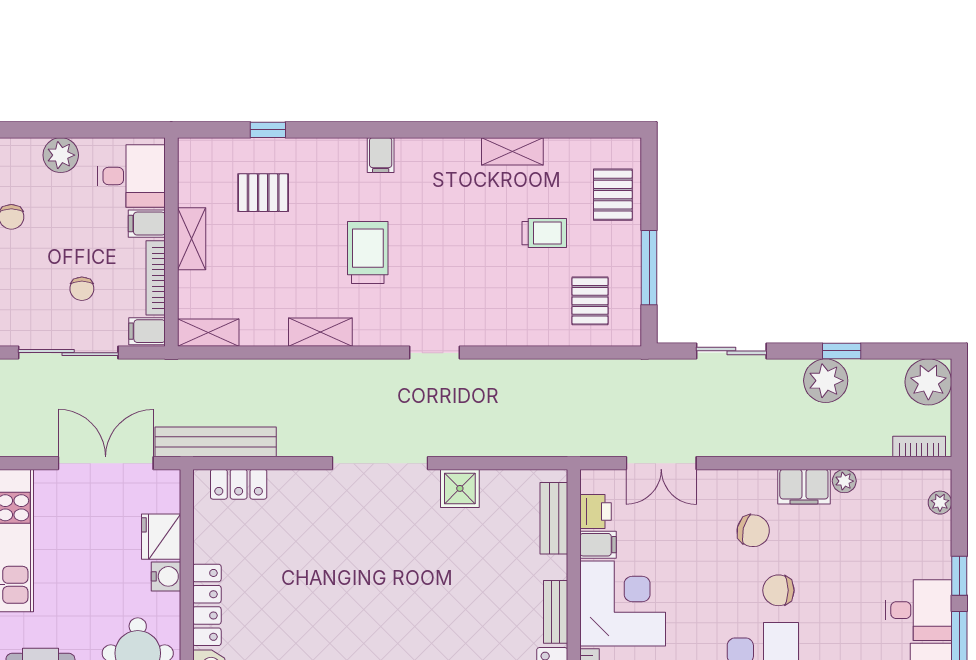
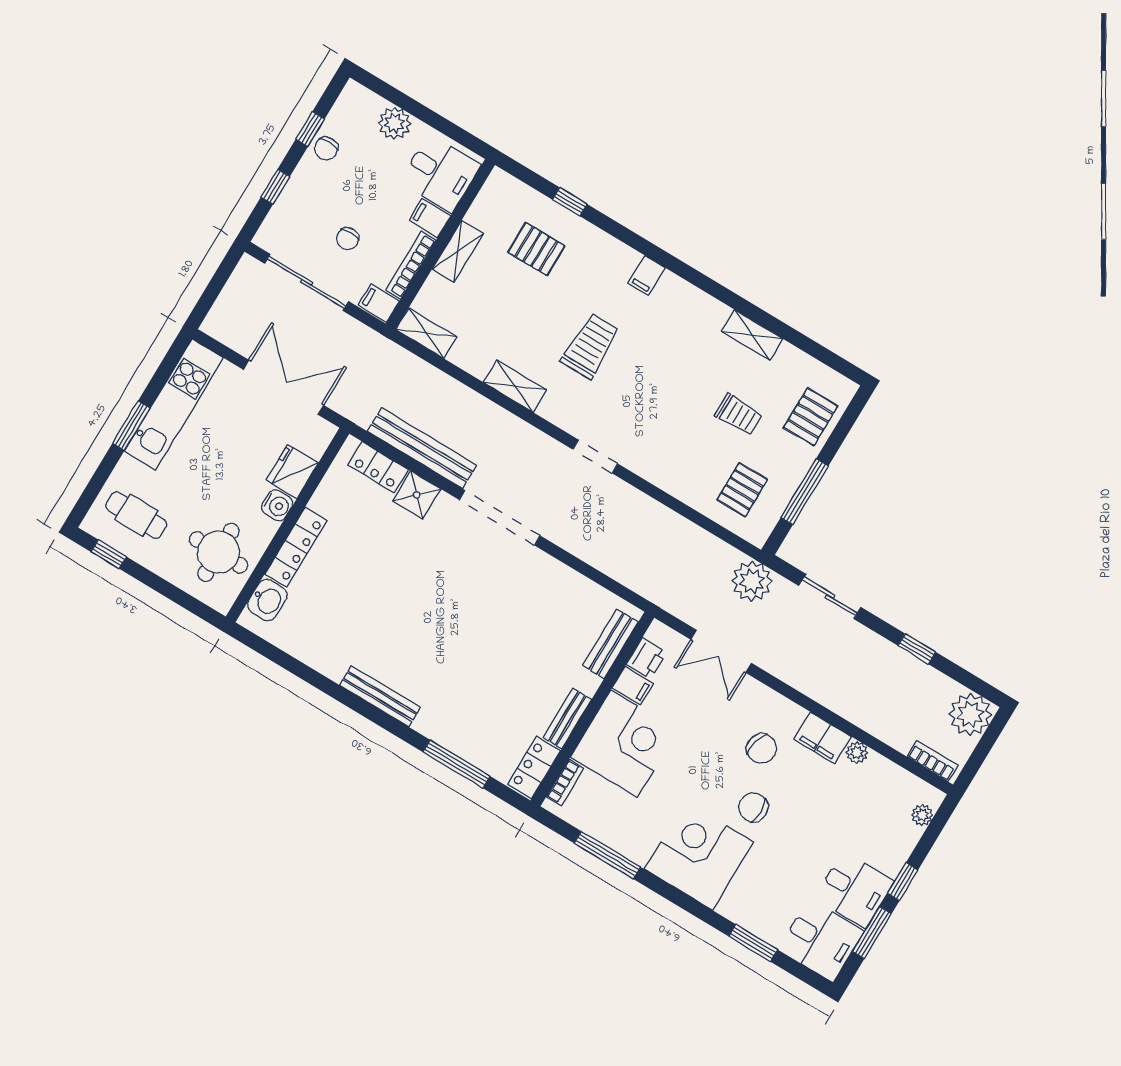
plant: (826, 381) -> (752, 581), moved
bench: (216, 442) -> (422, 448), moved
shower: (460, 488) -> (417, 495), moved

